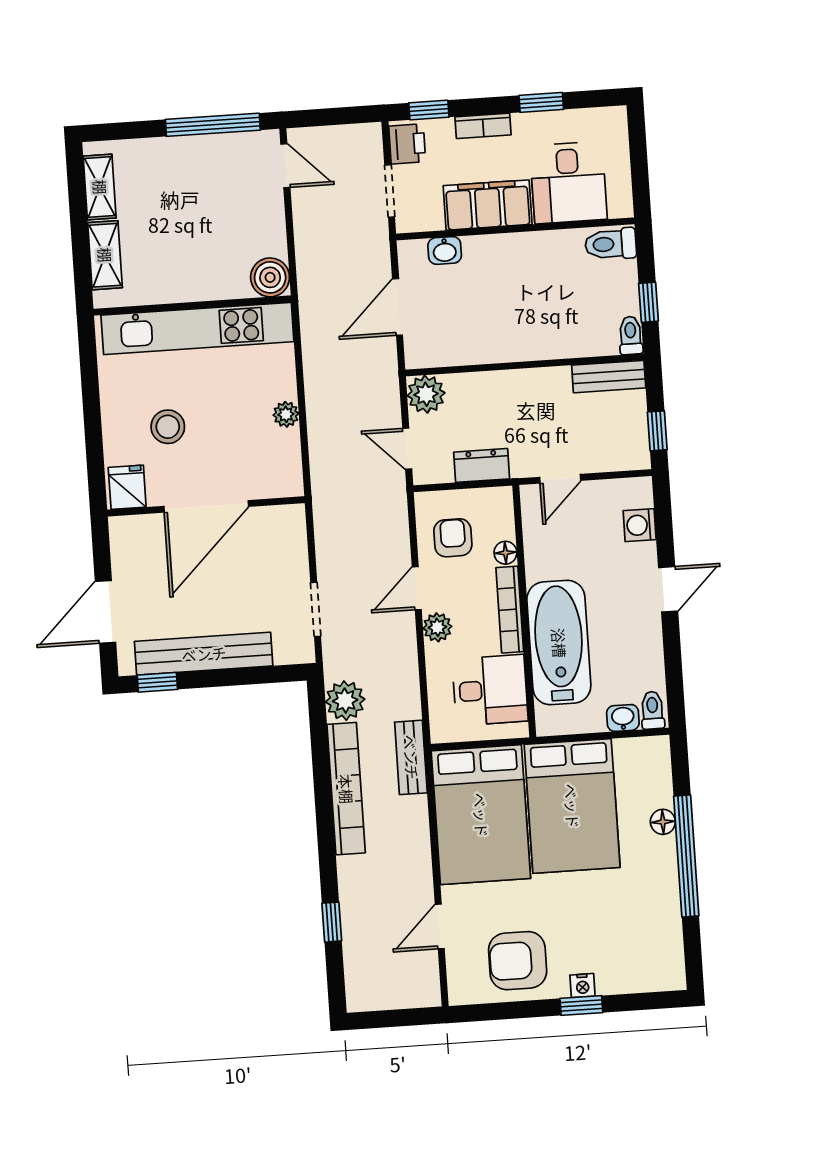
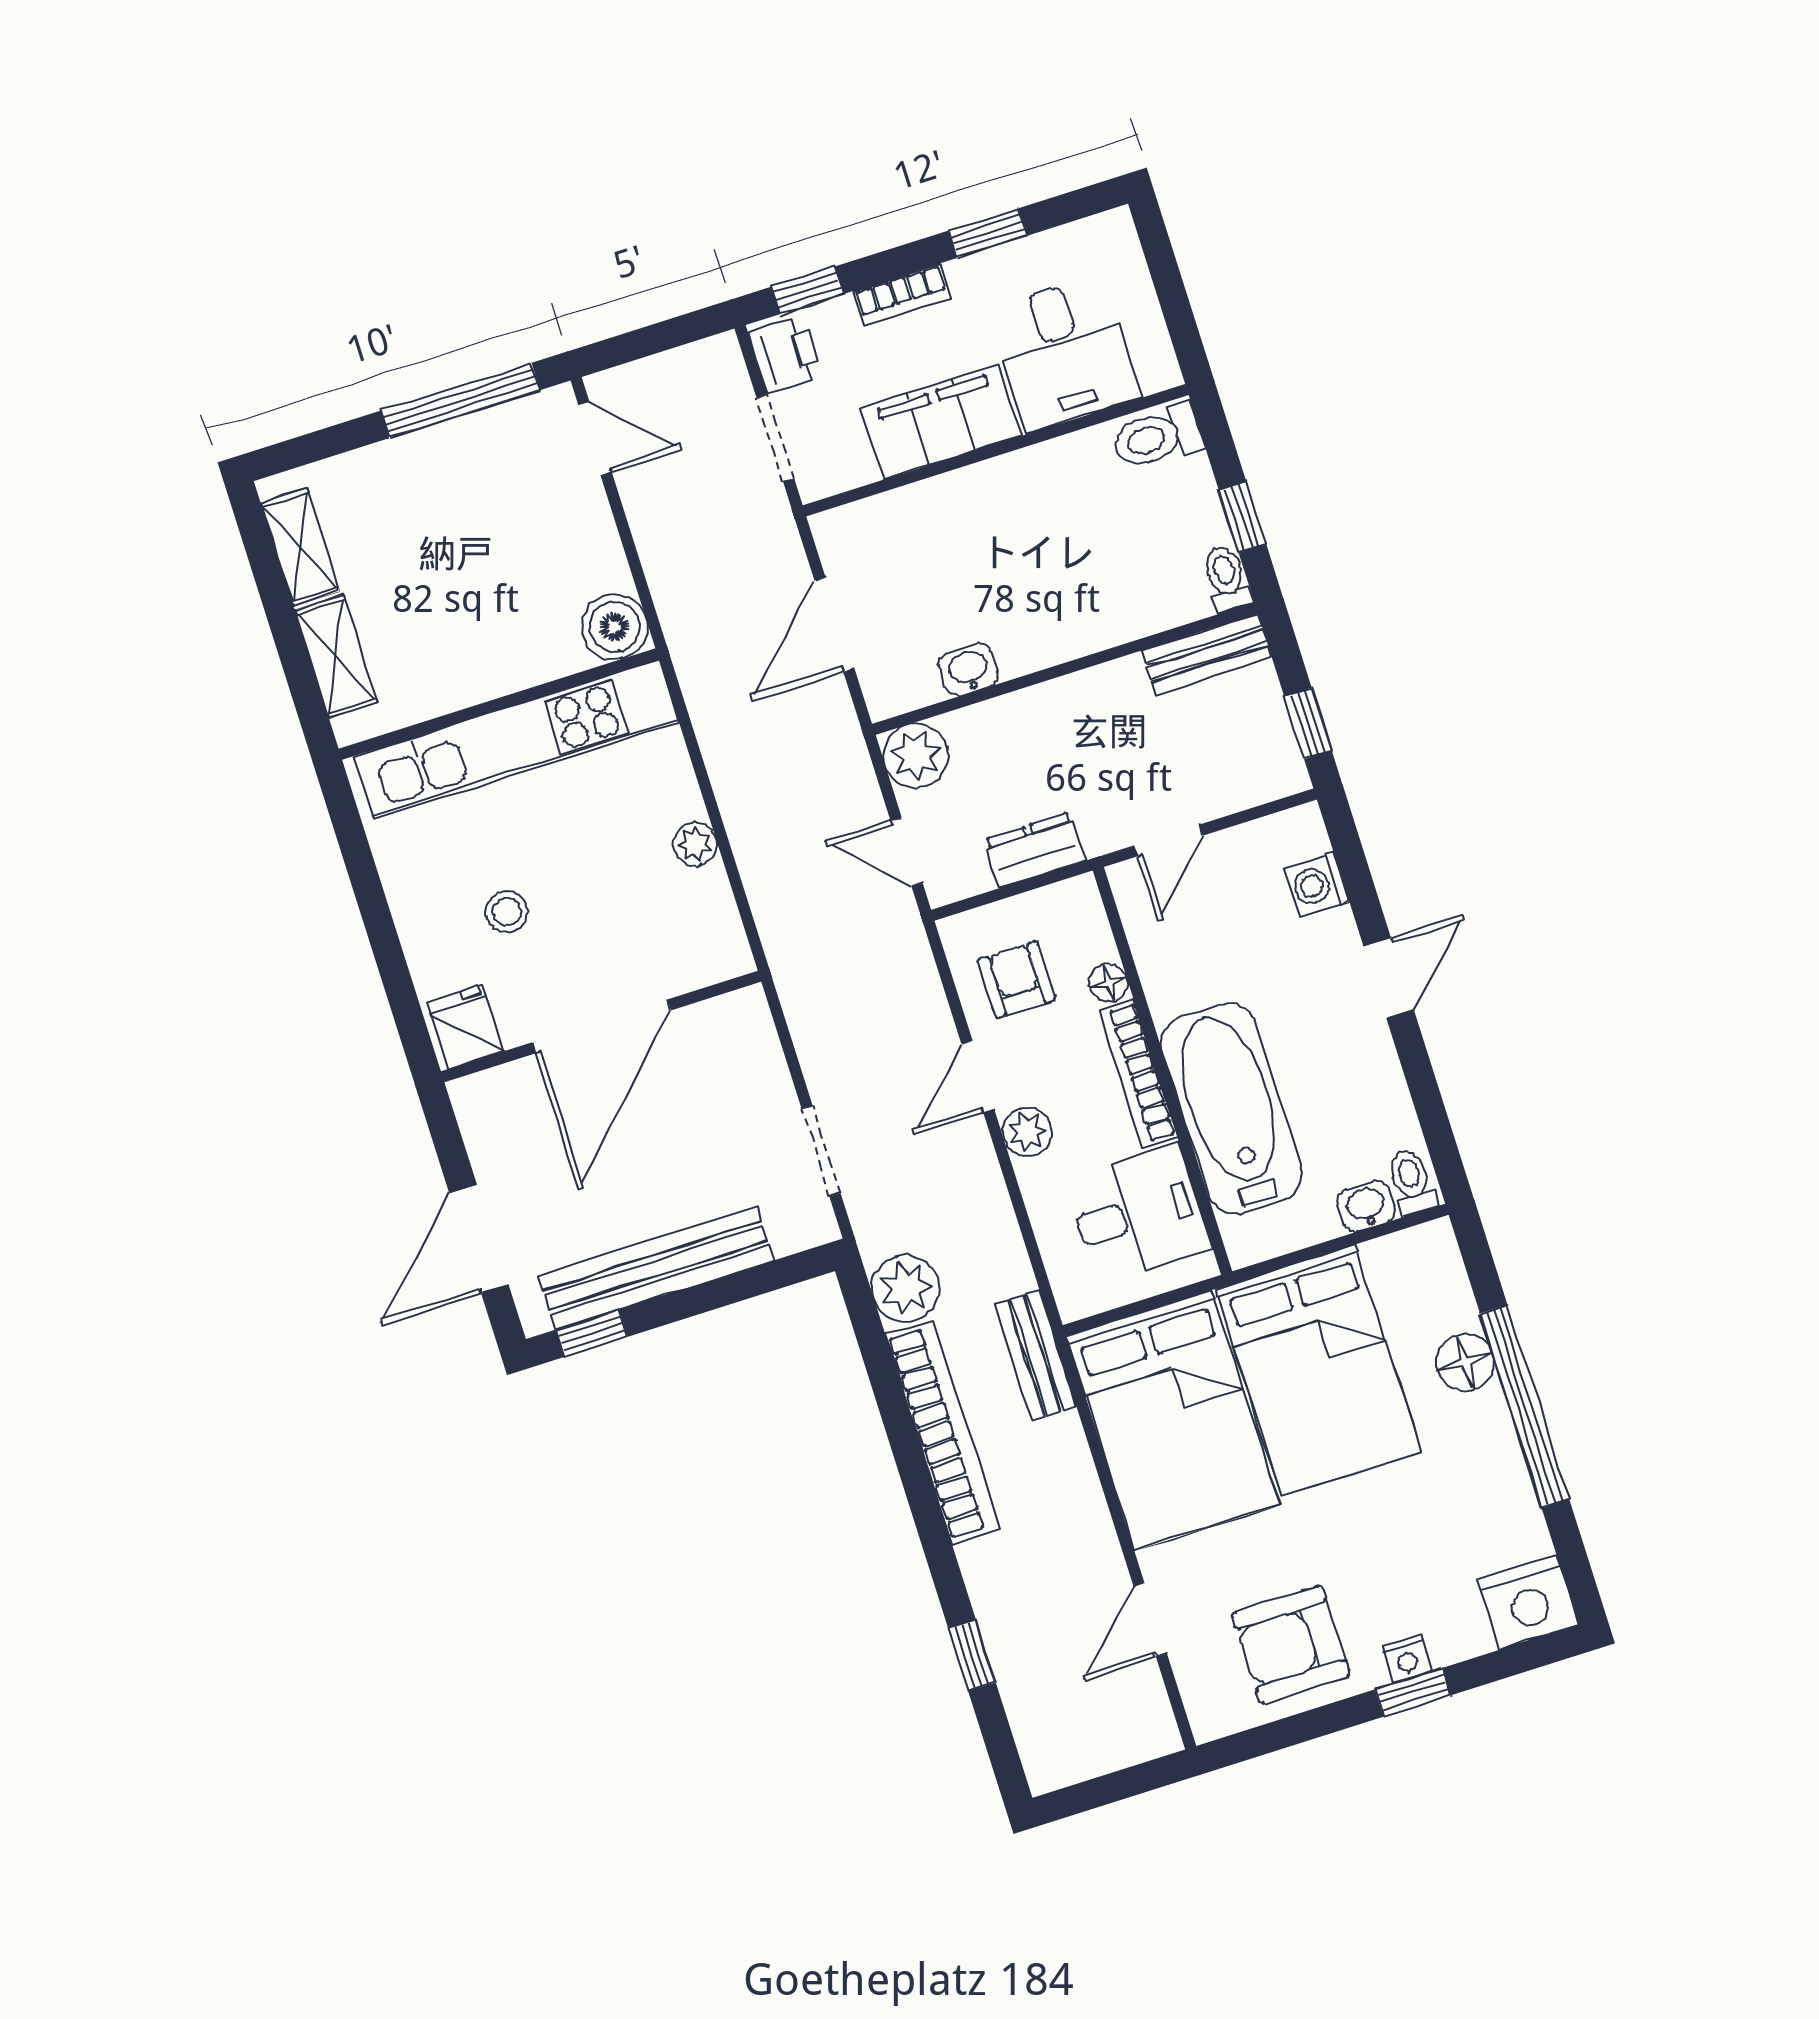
washbasin: (445, 250) -> (969, 670), moved, turned 180
stool: (168, 427) -> (507, 912), width x0.73, depth x0.73
floor lamp: (663, 822) -> (1465, 1362), width x1.37, depth x1.37
nightstand: (661, 969) -> (1528, 1602), added

